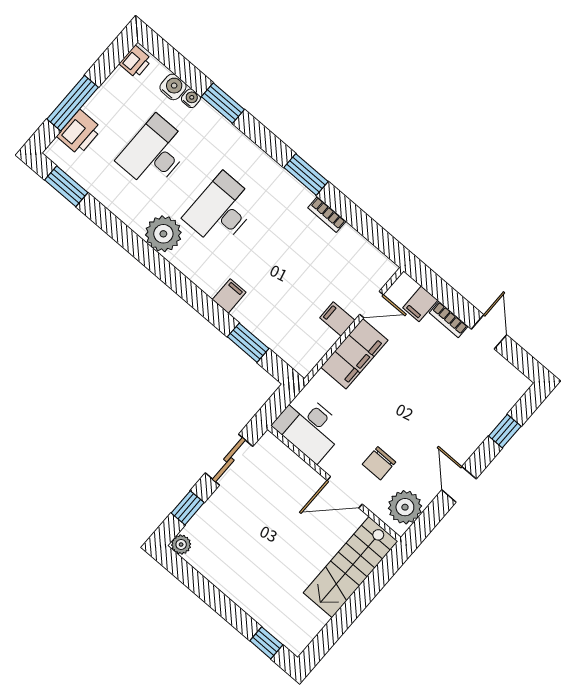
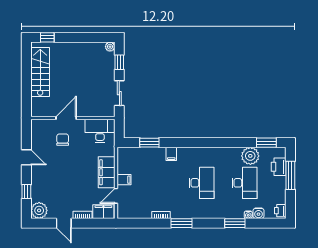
plant: (163, 234) -> (250, 156), moved
filing cabinet: (420, 304) -> (103, 212), width x2.00
plant: (405, 507) -> (39, 210), moved
stairs: (351, 567) -> (40, 72), moved

